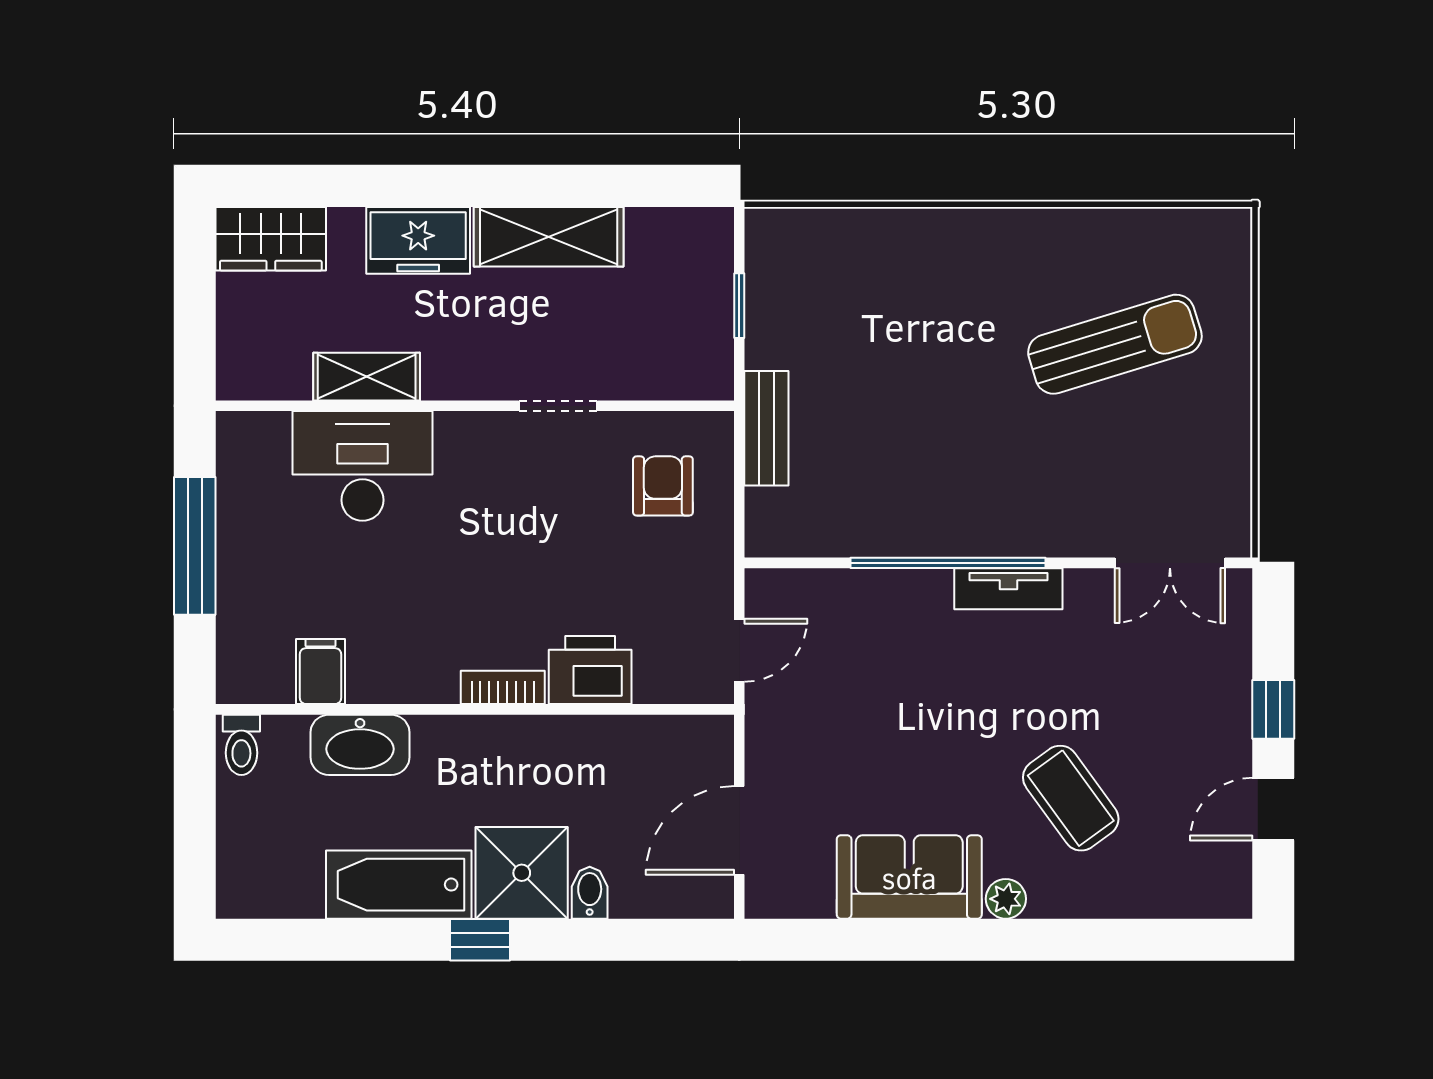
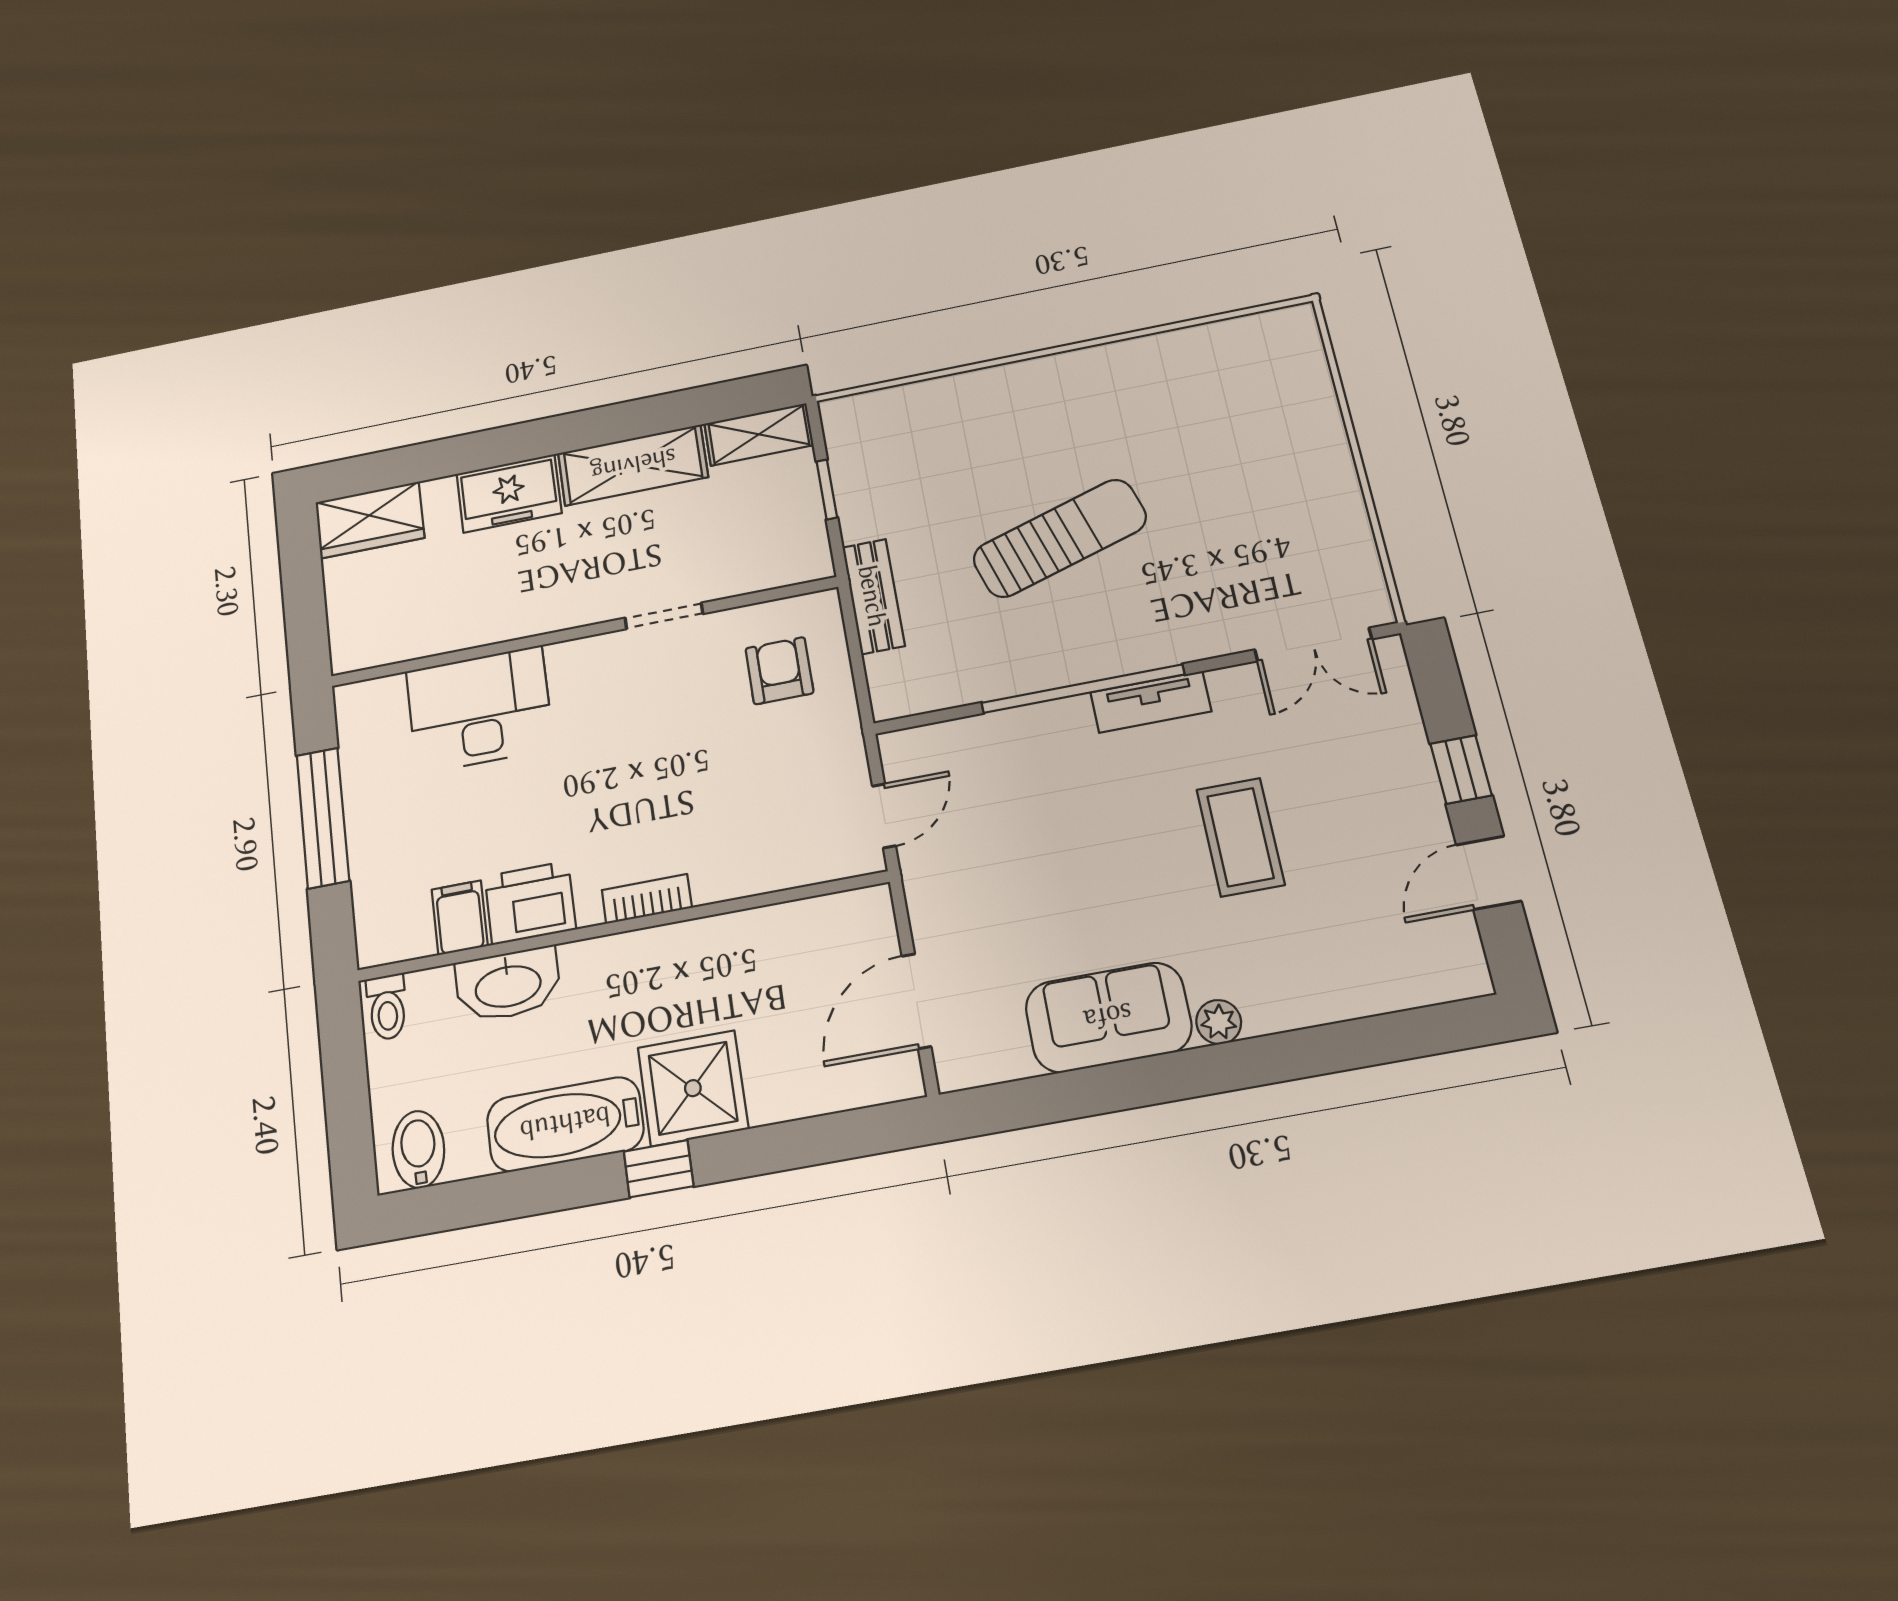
sun lounger: (1115, 344) -> (1060, 538), moved
shelving: (367, 377) -> (759, 434), moved
printer: (590, 670) -> (530, 903), moved
coffee table: (1071, 798) -> (1240, 837), moved, turned 36
bidet: (590, 893) -> (418, 1149), moved, width x1.38, depth x1.36

